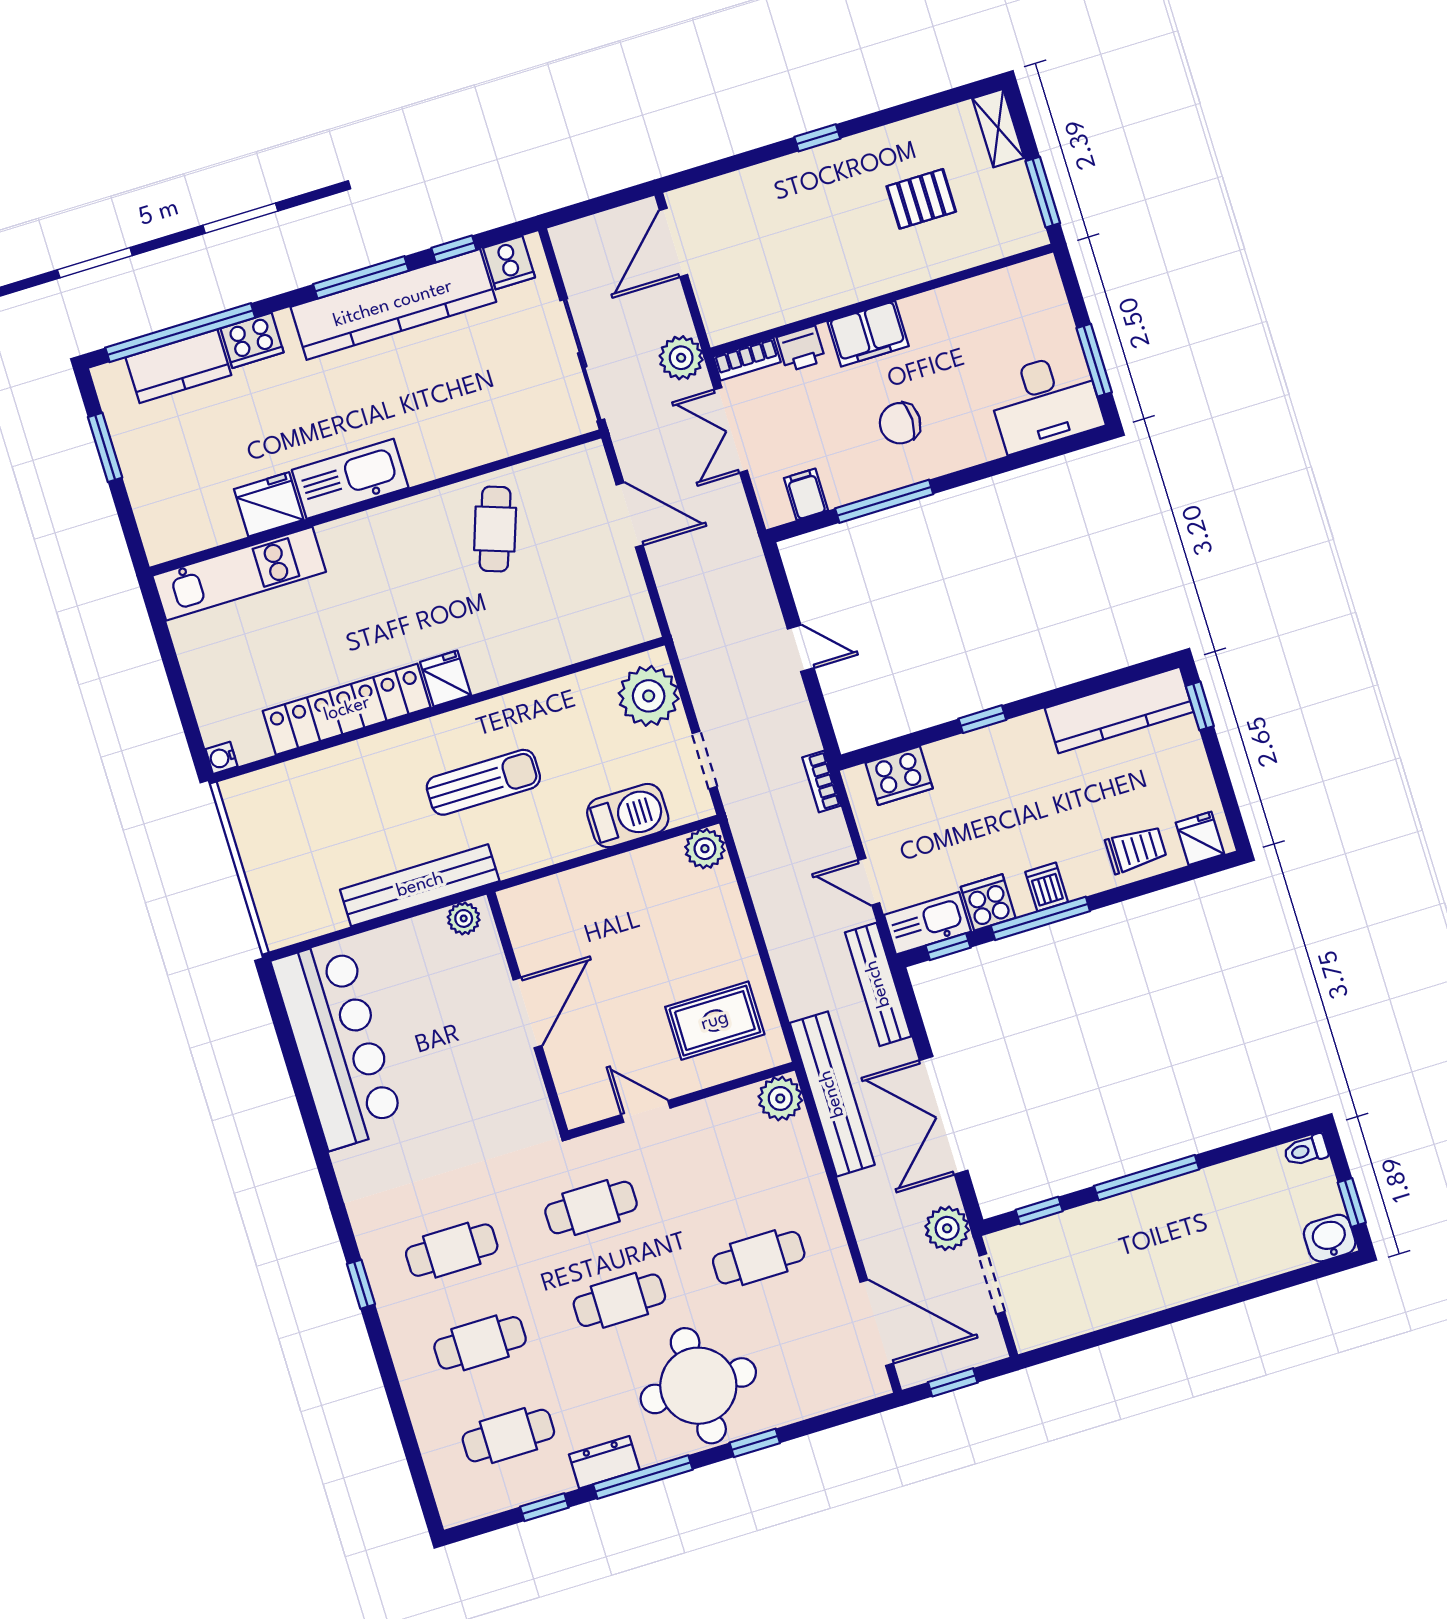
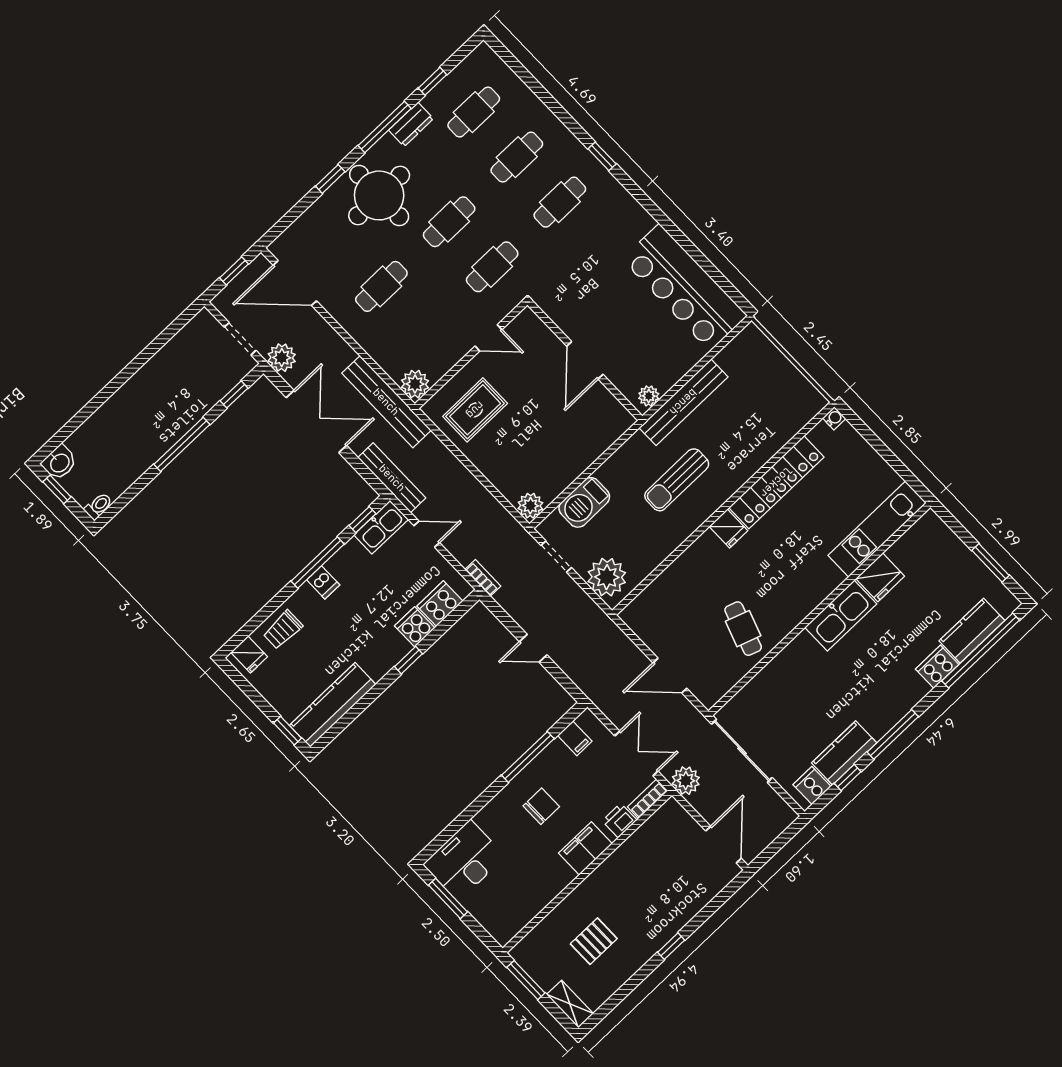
kitchen counter: (393, 304) -> (844, 753), width x0.48, depth x0.86
cooker: (988, 902) -> (415, 627), moved, turned 180

